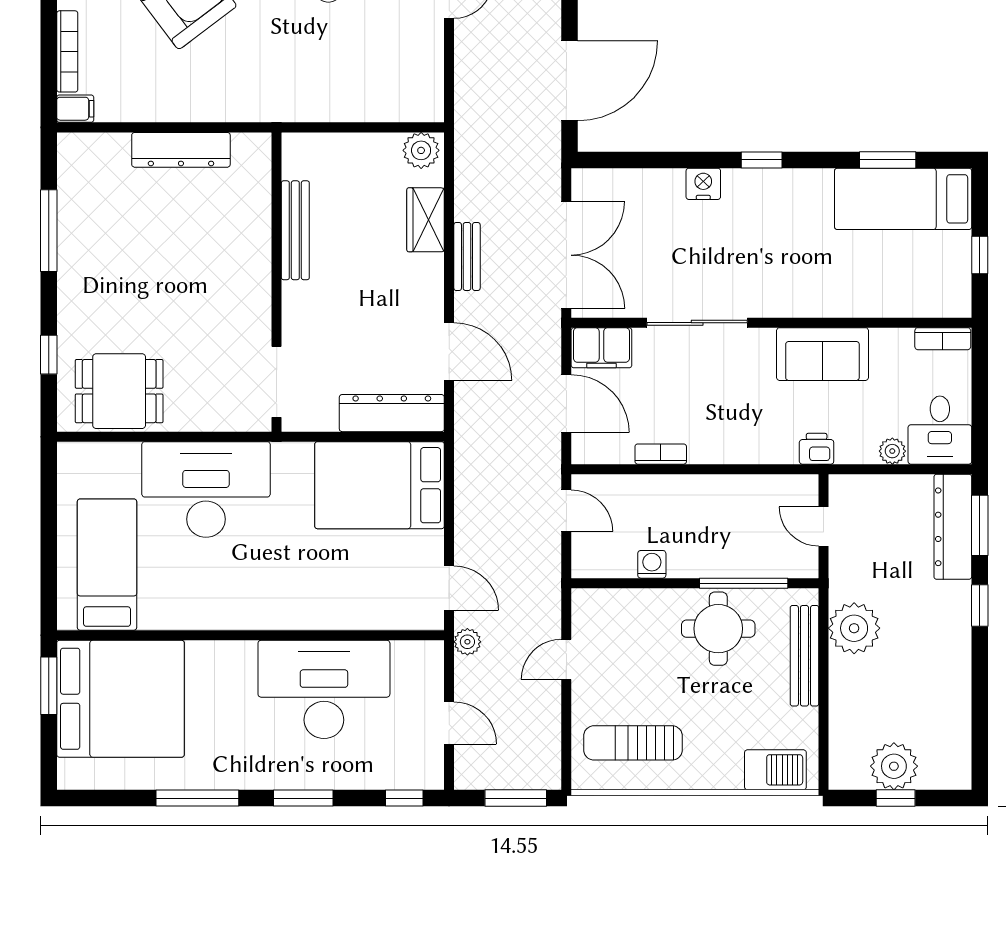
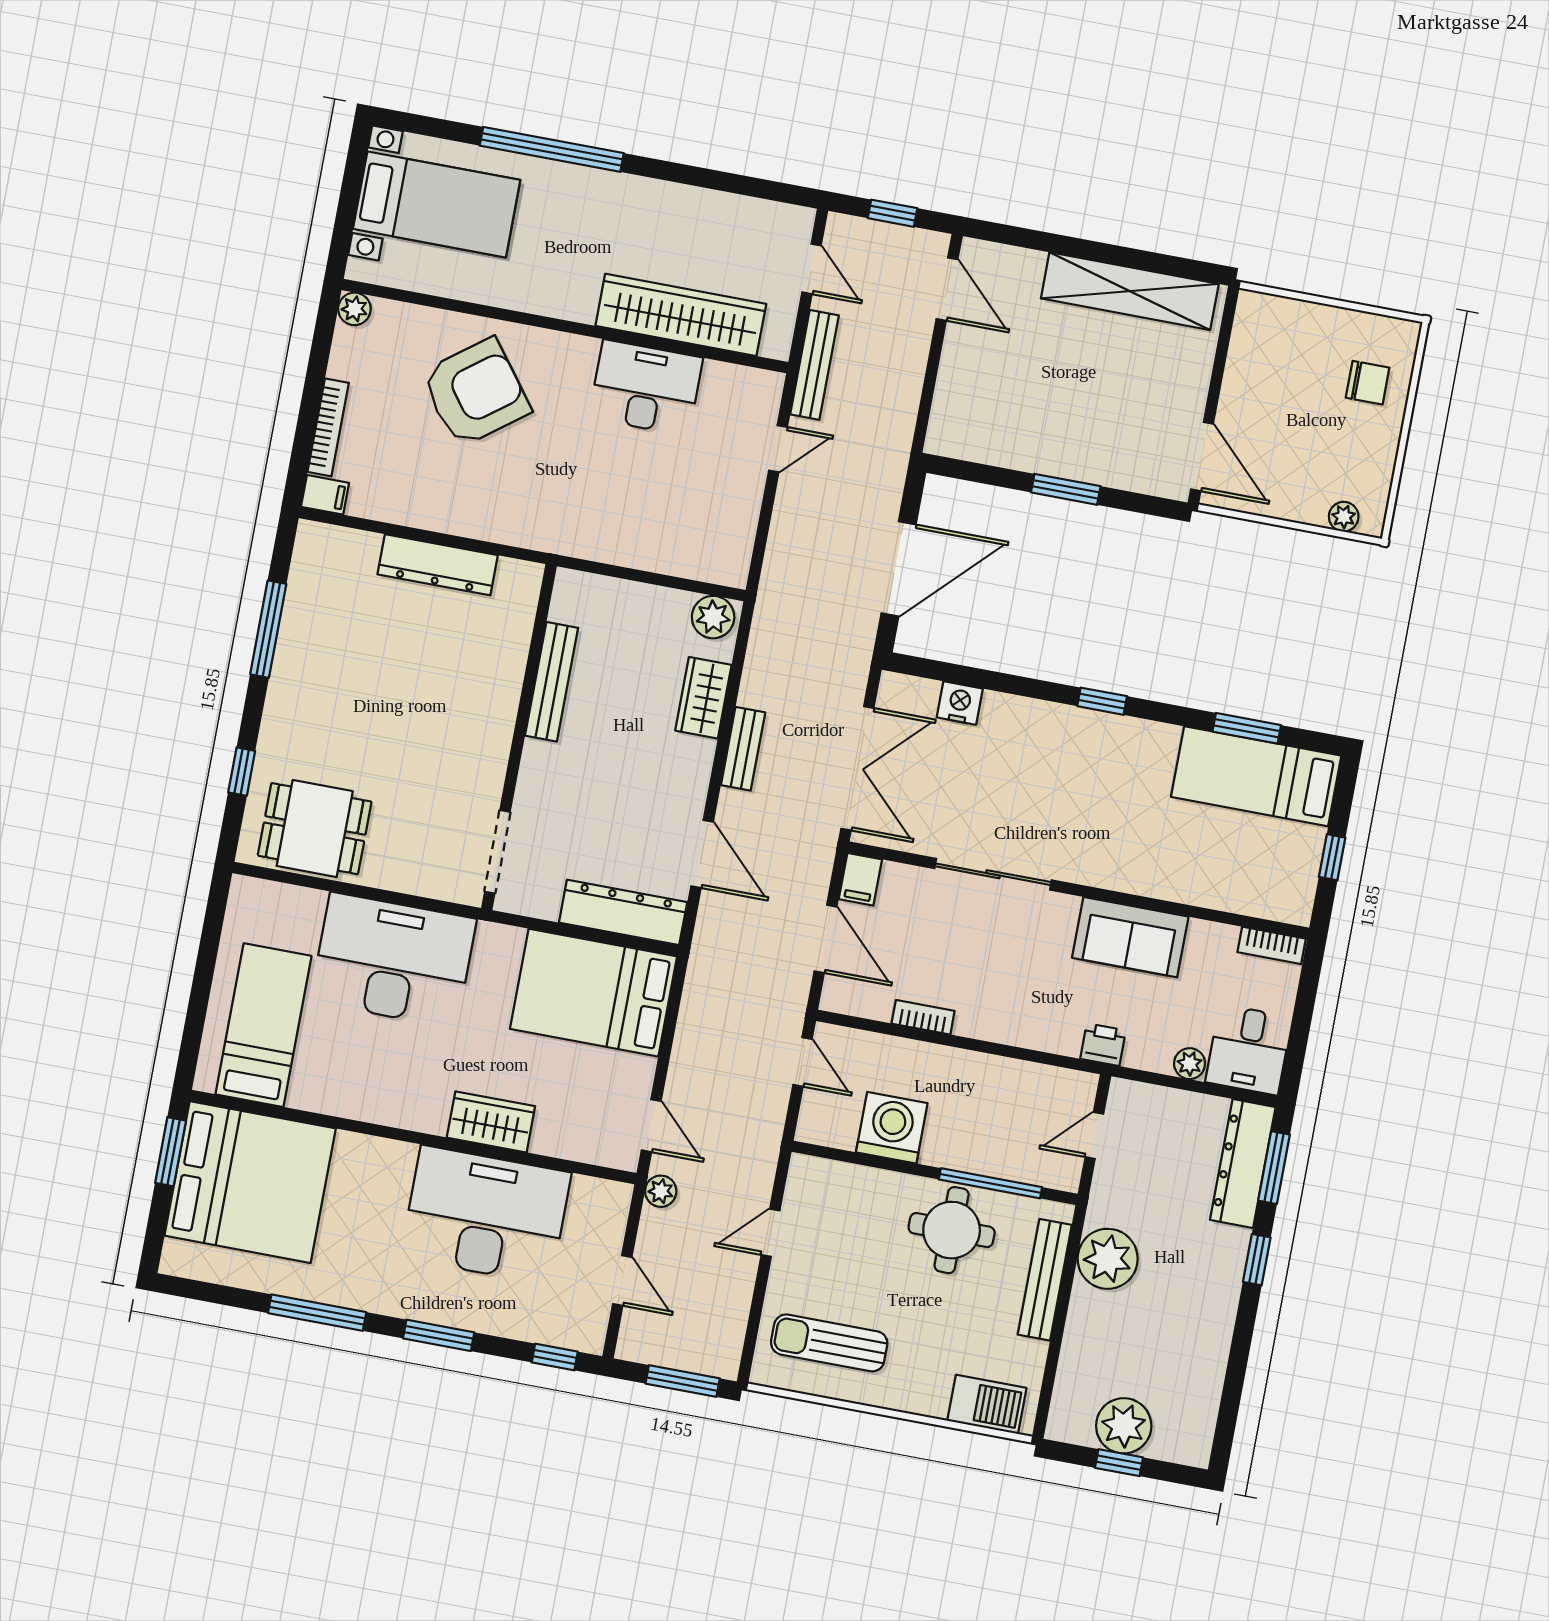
nightstand: (703, 184) -> (960, 703), moved
filing cabinet: (601, 348) -> (860, 879), width x0.50
door: (823, 527) -> (1094, 1135), hinge flipped
washing machine: (652, 564) -> (892, 1128), width x1.89, depth x1.89
wardrobe: (314, 610) -> (491, 1122), added

